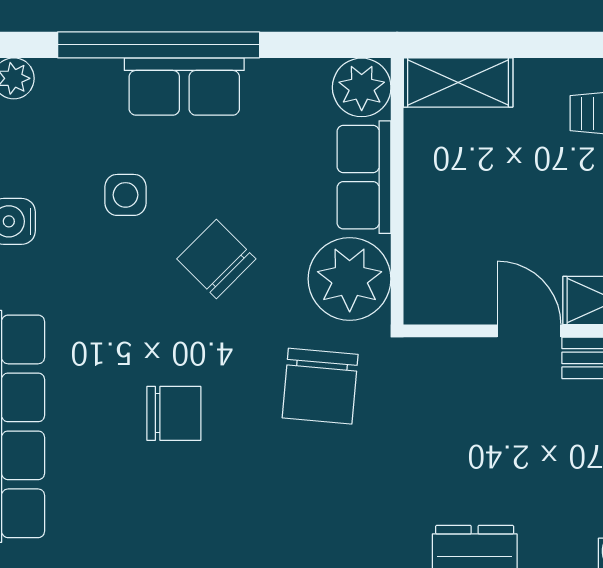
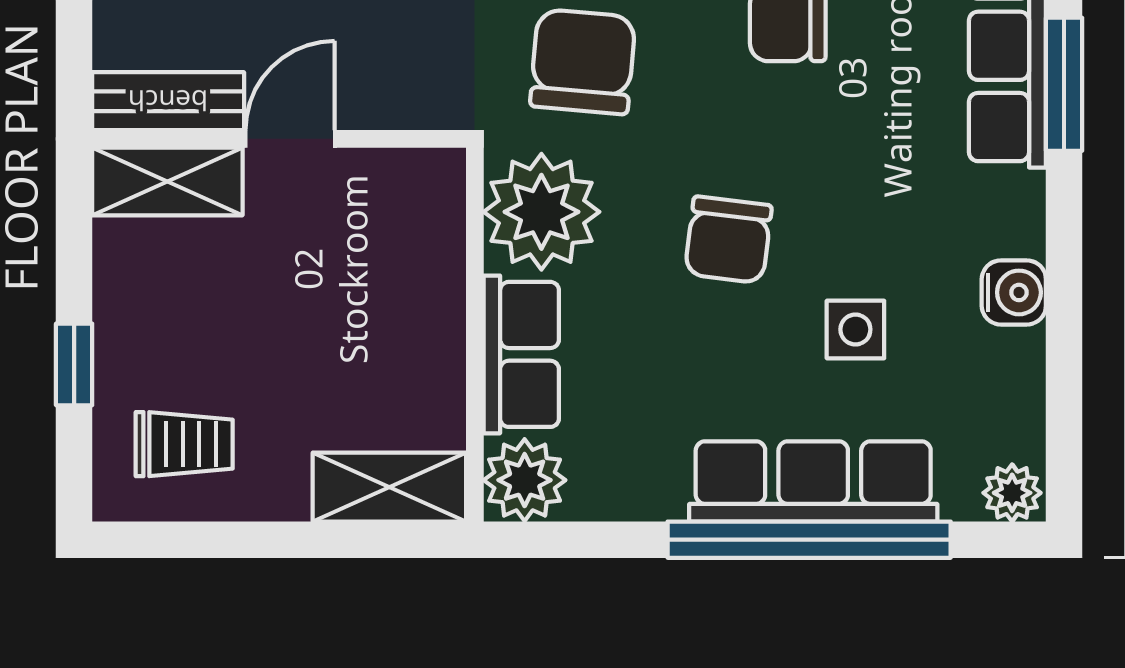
row of seats: (184, 86) -> (813, 481), width x1.48
chair: (216, 259) -> (728, 240), turned 52
door: (529, 331) -> (290, 139), swing flipped

